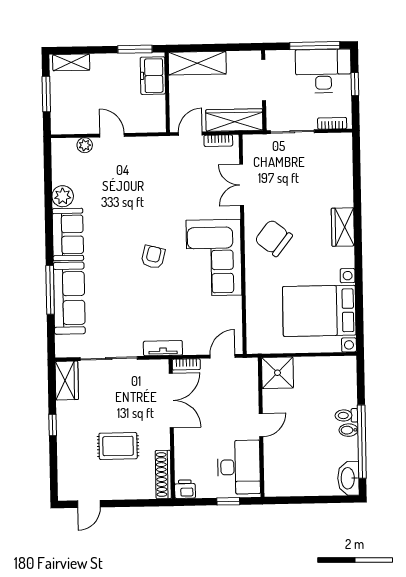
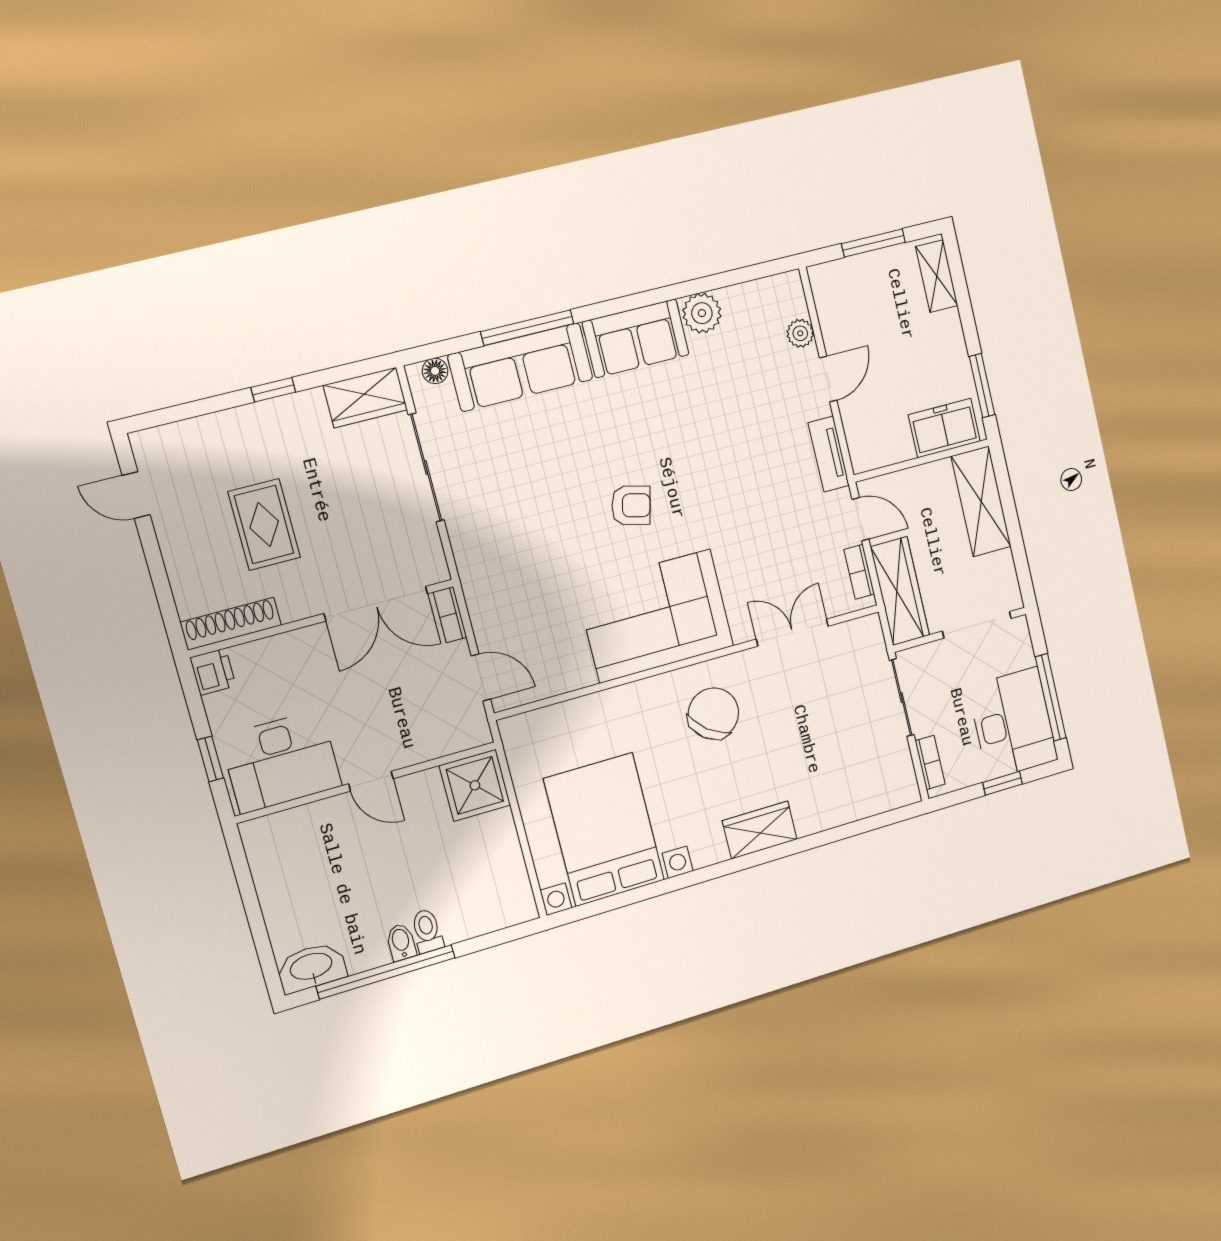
floor lamp: (61, 342) -> (435, 371), added
tv unit: (163, 348) -> (829, 454), moved, turned 180

